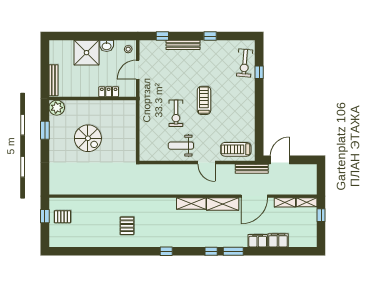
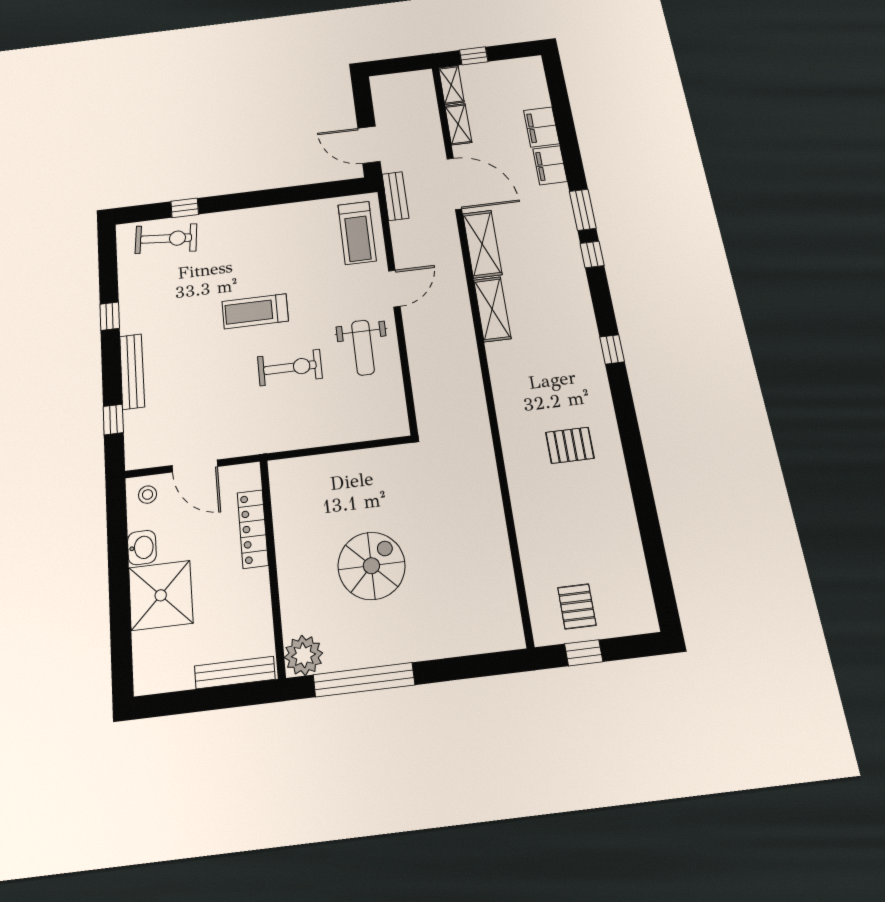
locker: (109, 92) -> (253, 529), width x1.53
window: (45, 130) -> (364, 680), width x2.11
bench: (252, 169) -> (395, 196), width x0.73

